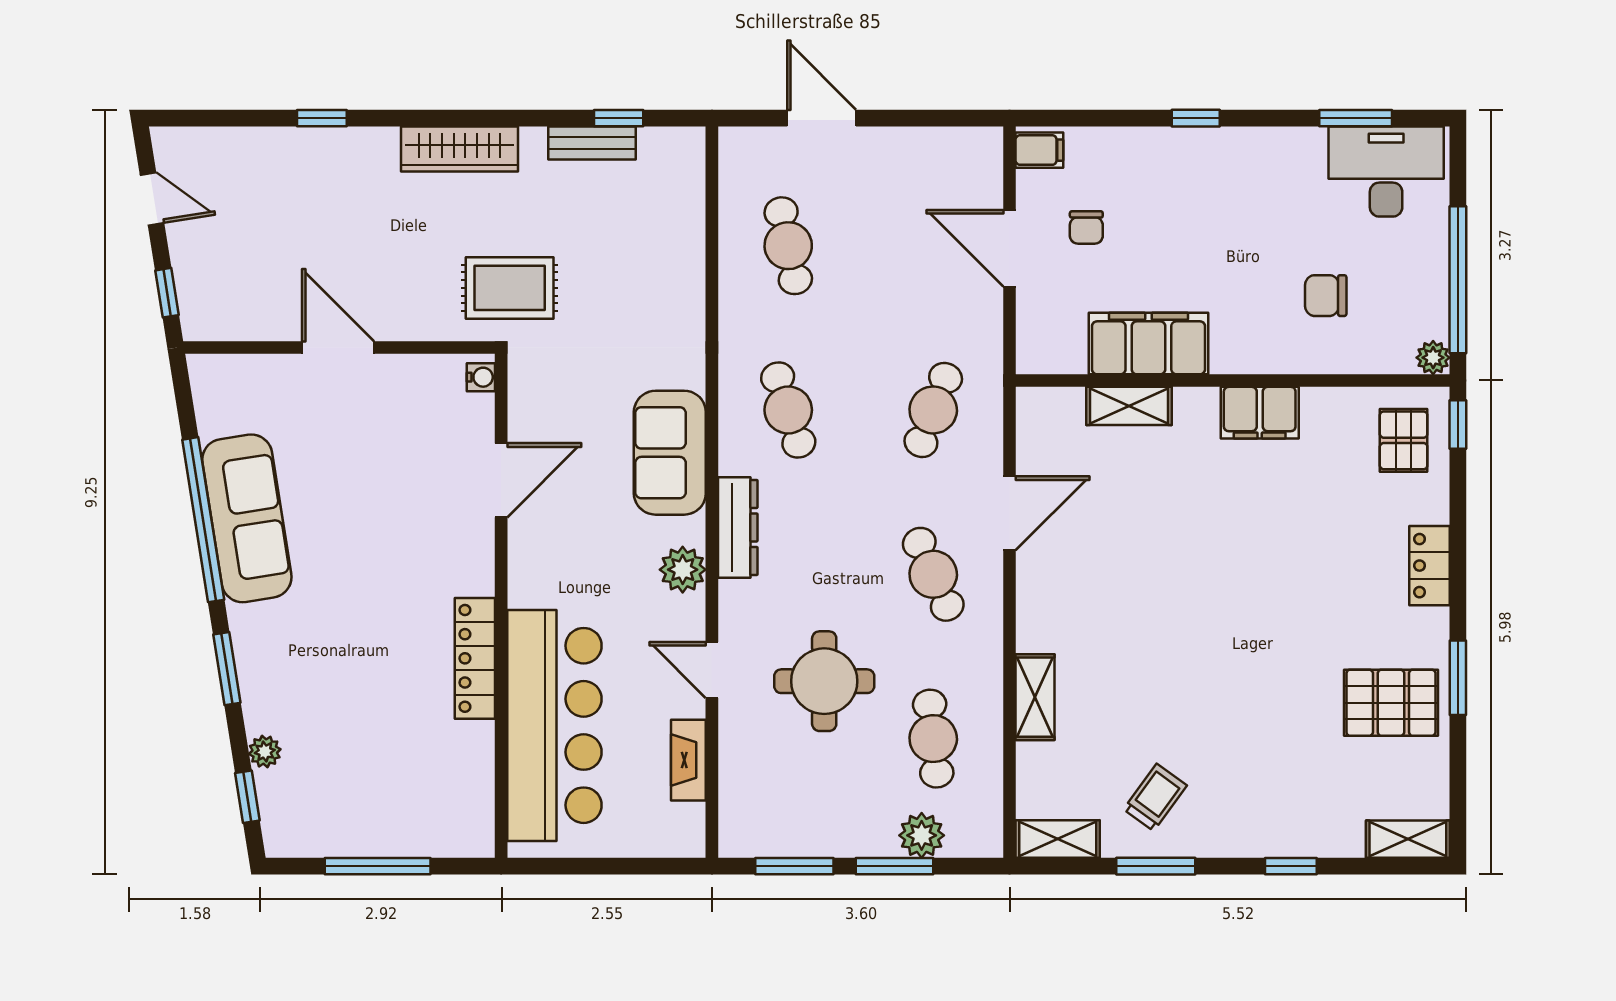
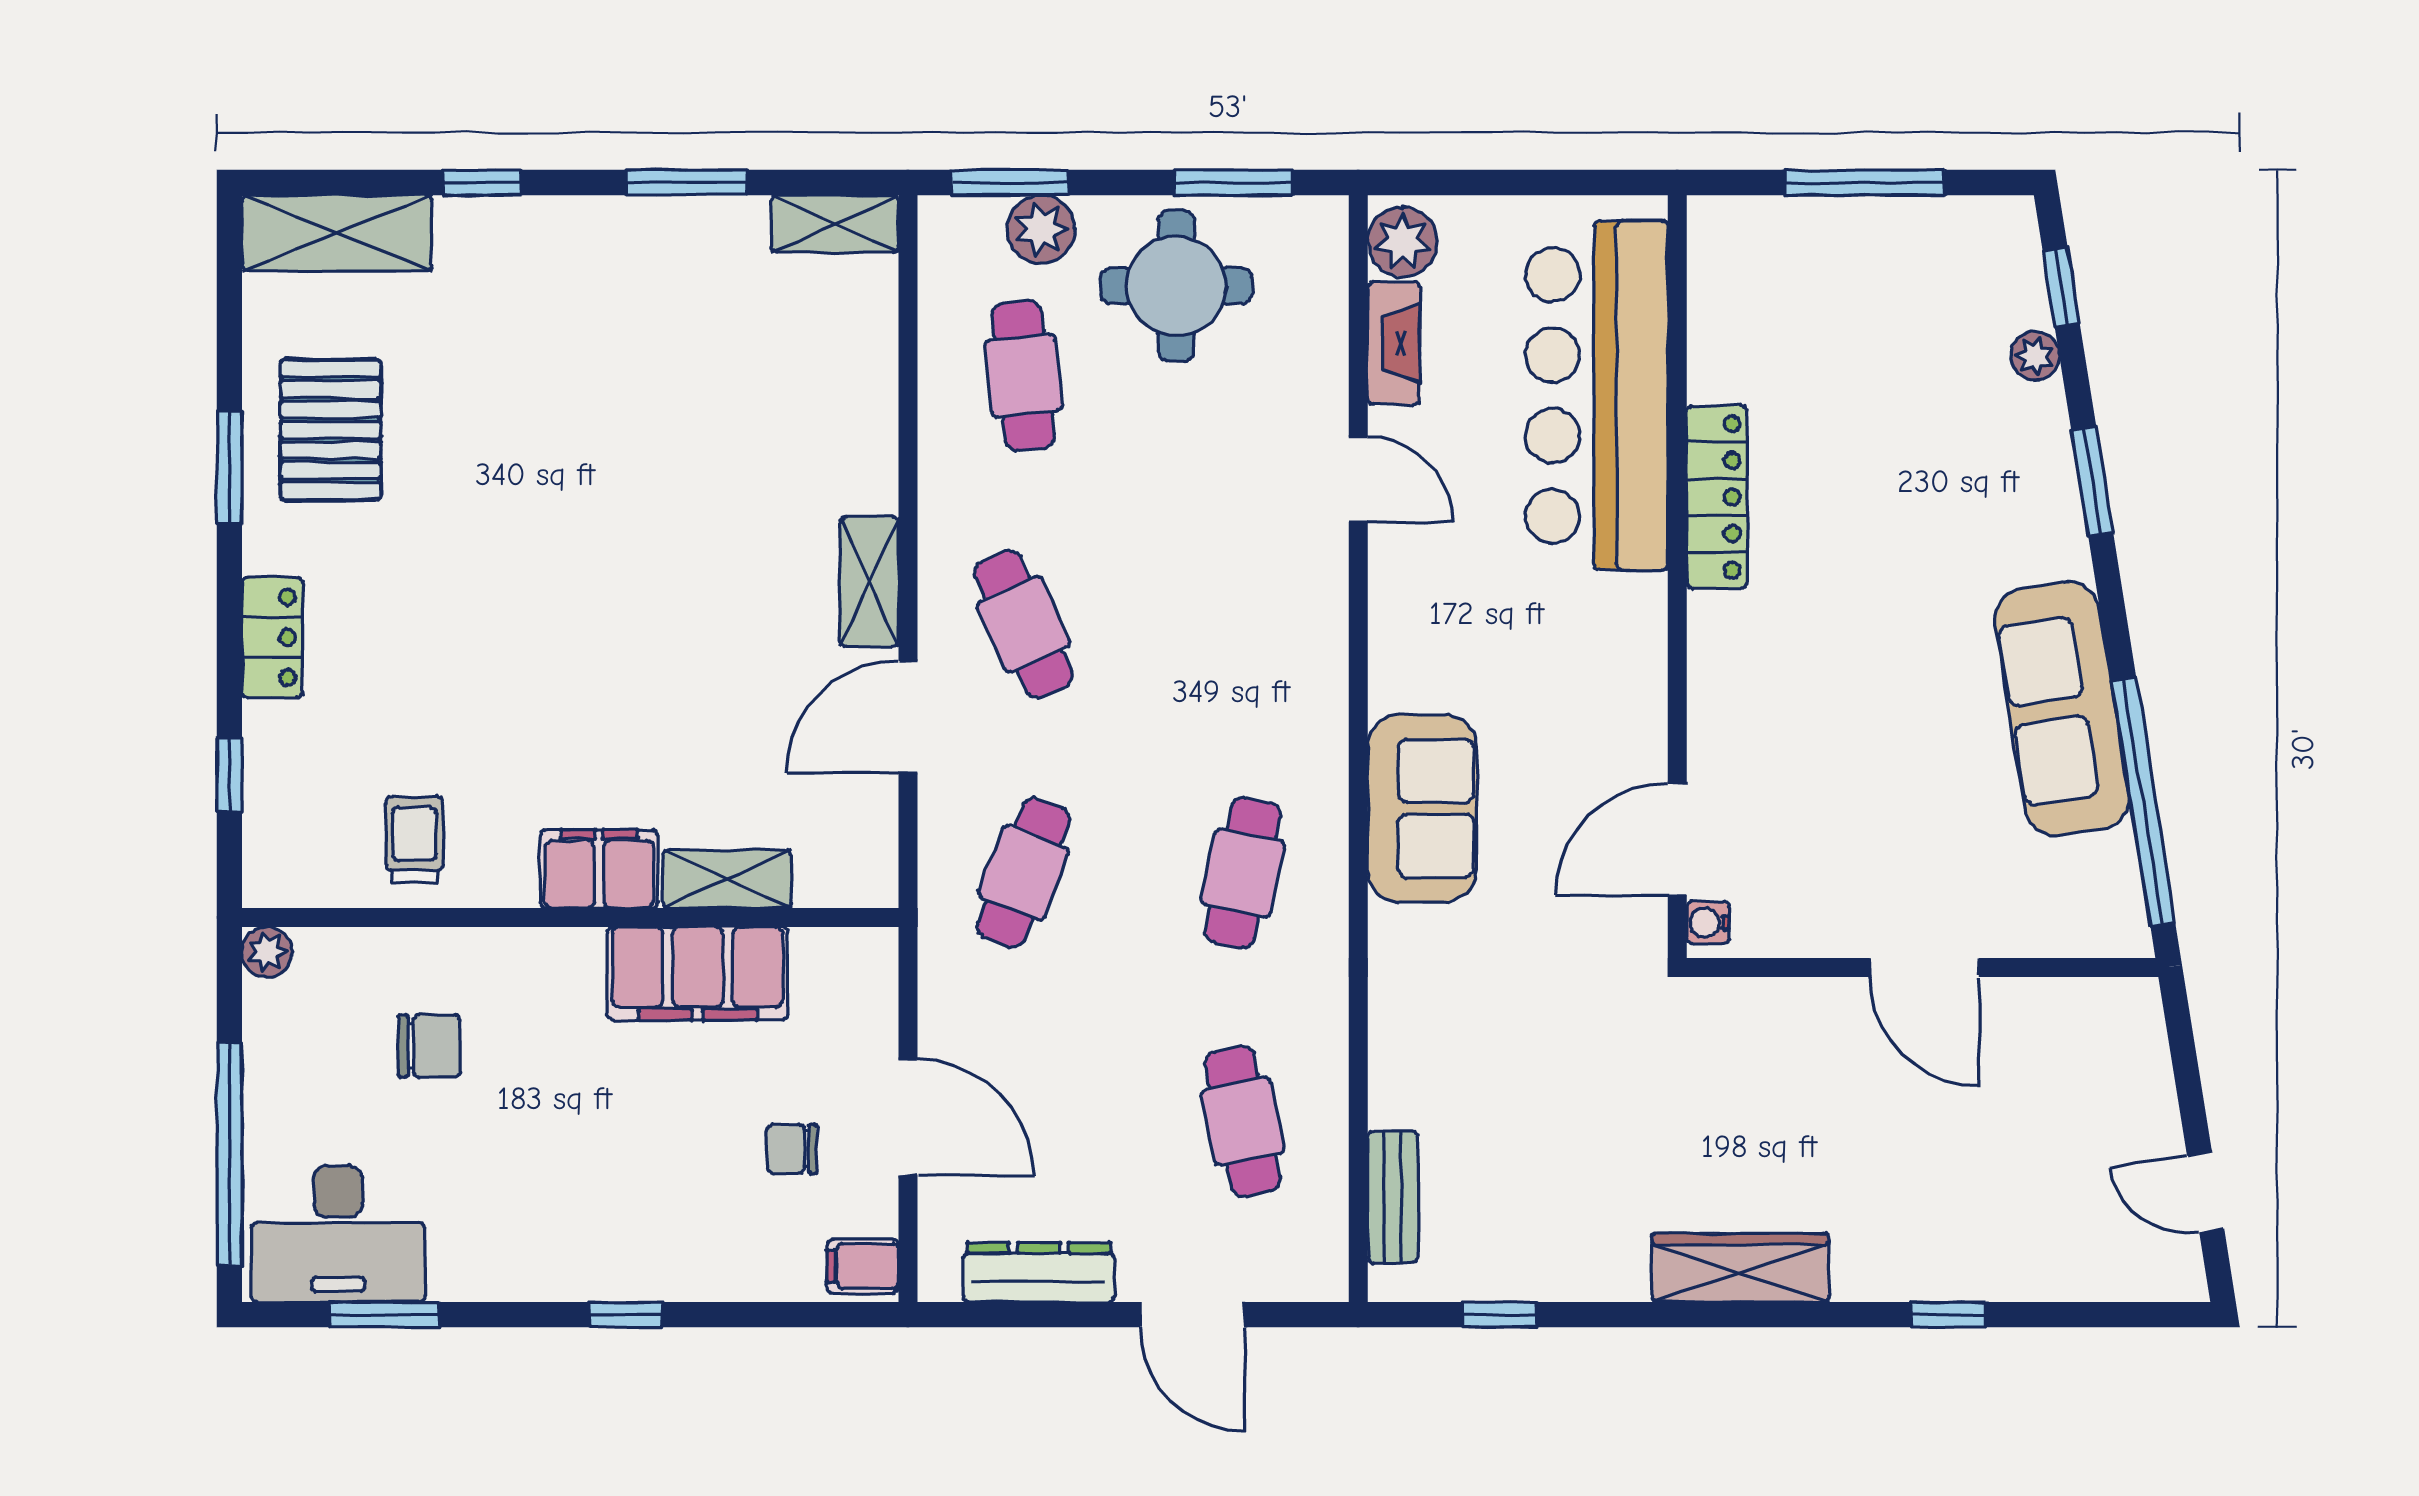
bench: (592, 143) -> (1393, 1197), moved, turned 90
chair: (1086, 228) -> (792, 1149), turned -90
window: (1458, 280) -> (229, 1154), moved
rug: (510, 288) -> (1664, 1058), removed
window: (167, 293) -> (2183, 1050), removed
cafe table: (788, 410) -> (1243, 873), turned 30
filing cabinet: (1260, 413) -> (599, 869), moved
window: (1458, 424) -> (229, 775), moved
pallet: (1404, 440) -> (312, 827), removed
door: (501, 480) -> (1677, 839), moved
window: (203, 520) -> (2143, 802), moved
dresser: (738, 527) -> (1039, 1272), moved, turned 90
plant: (683, 570) -> (1402, 242), moved
round table: (824, 681) -> (1176, 286), moved
shelving: (1035, 697) -> (869, 582), moved
pallet: (1391, 703) -> (331, 430), turned 90
trolley: (1155, 797) -> (415, 840), moved, turned 144
shelving: (1408, 839) -> (337, 233), width x1.50, depth x1.33
window: (895, 866) -> (1010, 182), moved

